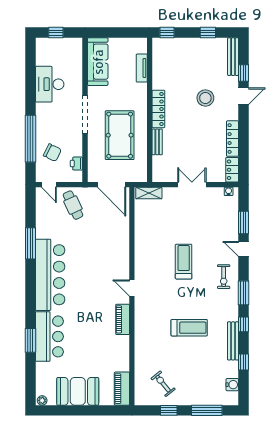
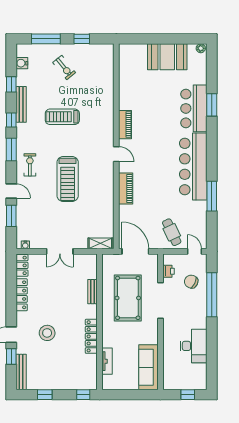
locker: (158, 109) -> (91, 336), moved
doorway: (85, 115) -> (160, 300), moved
treadmill: (184, 262) -> (68, 179), width x1.37, depth x1.38
exercise bike: (163, 384) -> (64, 68), moved
piano: (122, 389) -> (126, 189), moved

